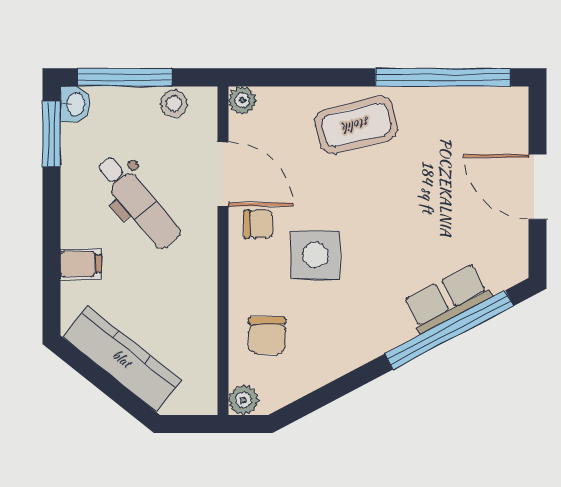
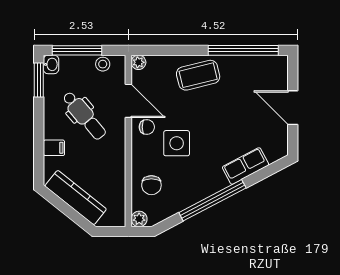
window: (449, 330) -> (212, 200), moved

